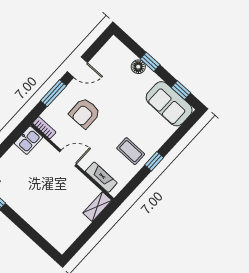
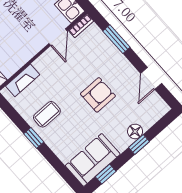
door: (77, 67) -> (151, 78), moved
armchair: (85, 113) -> (98, 95), moved, turned 91
door: (68, 158) -> (58, 37), moved

